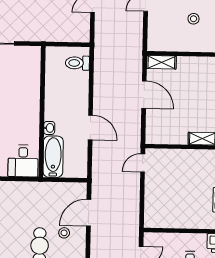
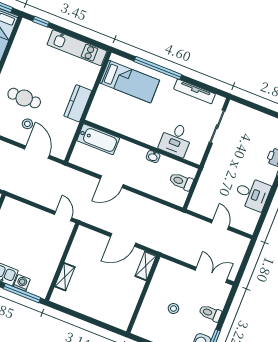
toilet: (77, 63) -> (181, 181), moved, turned -90
washbasin: (49, 128) -> (153, 157), moved
desk: (23, 161) -> (176, 140), moved, turned -90
kitchen counter: (25, 190) -> (78, 103), added

